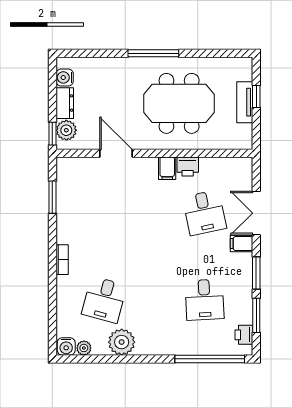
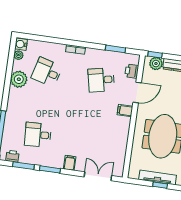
tv unit: (245, 102) -> (158, 177), width x1.41
printer: (188, 167) -> (132, 71), moved
filing cabinet: (167, 168) -> (125, 111), moved
desk: (204, 213) -> (101, 80), moved
double door: (256, 213) -> (98, 176), moved

